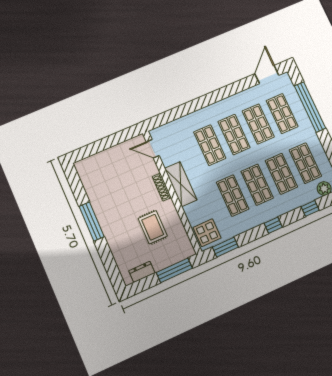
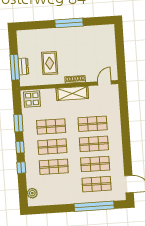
shop shelf: (305, 163) -> (55, 187), removed
window: (310, 208) -> (21, 168), moved
rug: (153, 227) -> (50, 63), turned 90
window: (225, 247) -> (18, 123), moved
dresser: (142, 272) -> (23, 66), moved

